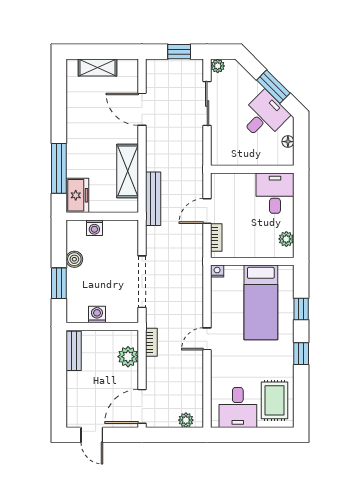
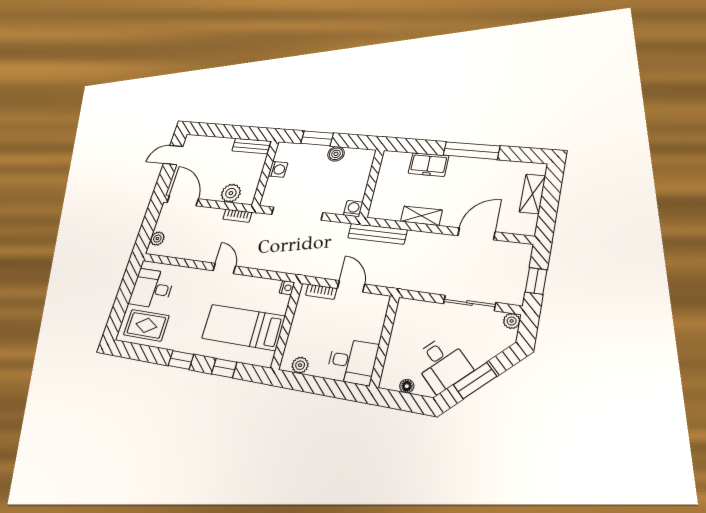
window: (59, 168) -> (471, 151), moved
shelving: (128, 171) -> (421, 216), width x0.67, depth x0.75
freezer: (77, 195) -> (429, 165), moved
washing machine: (94, 228) -> (353, 209), moved, turned 90

